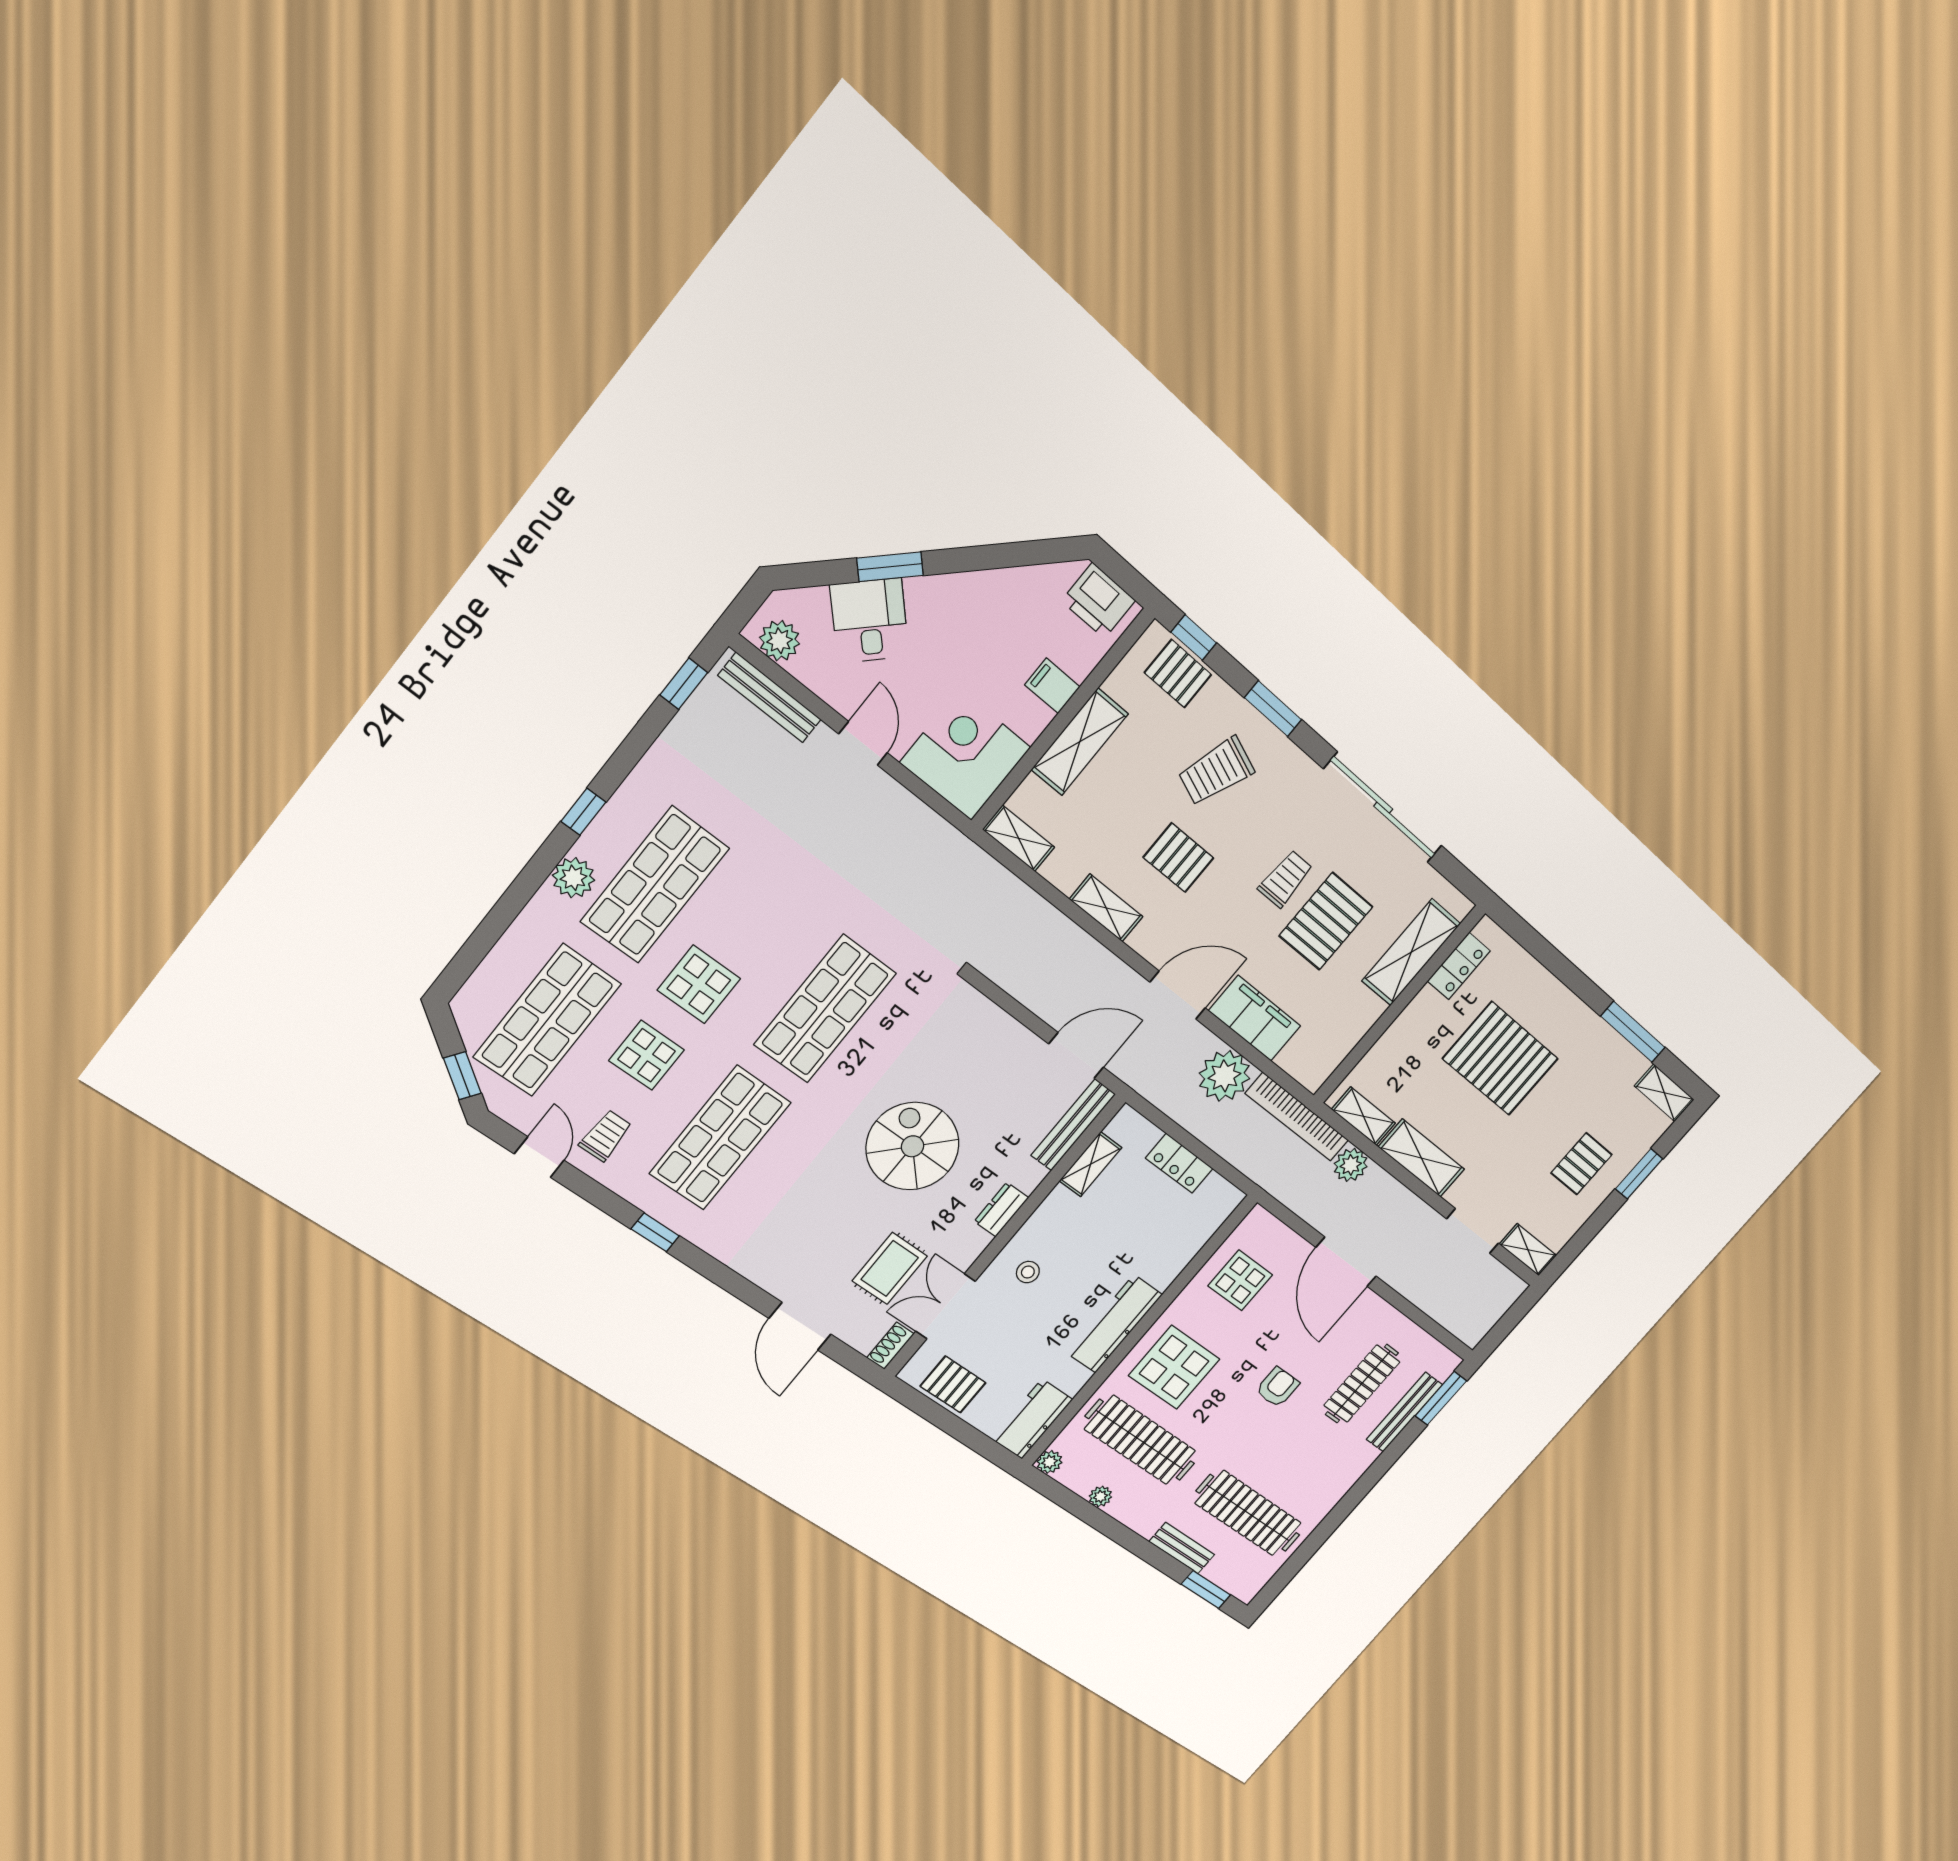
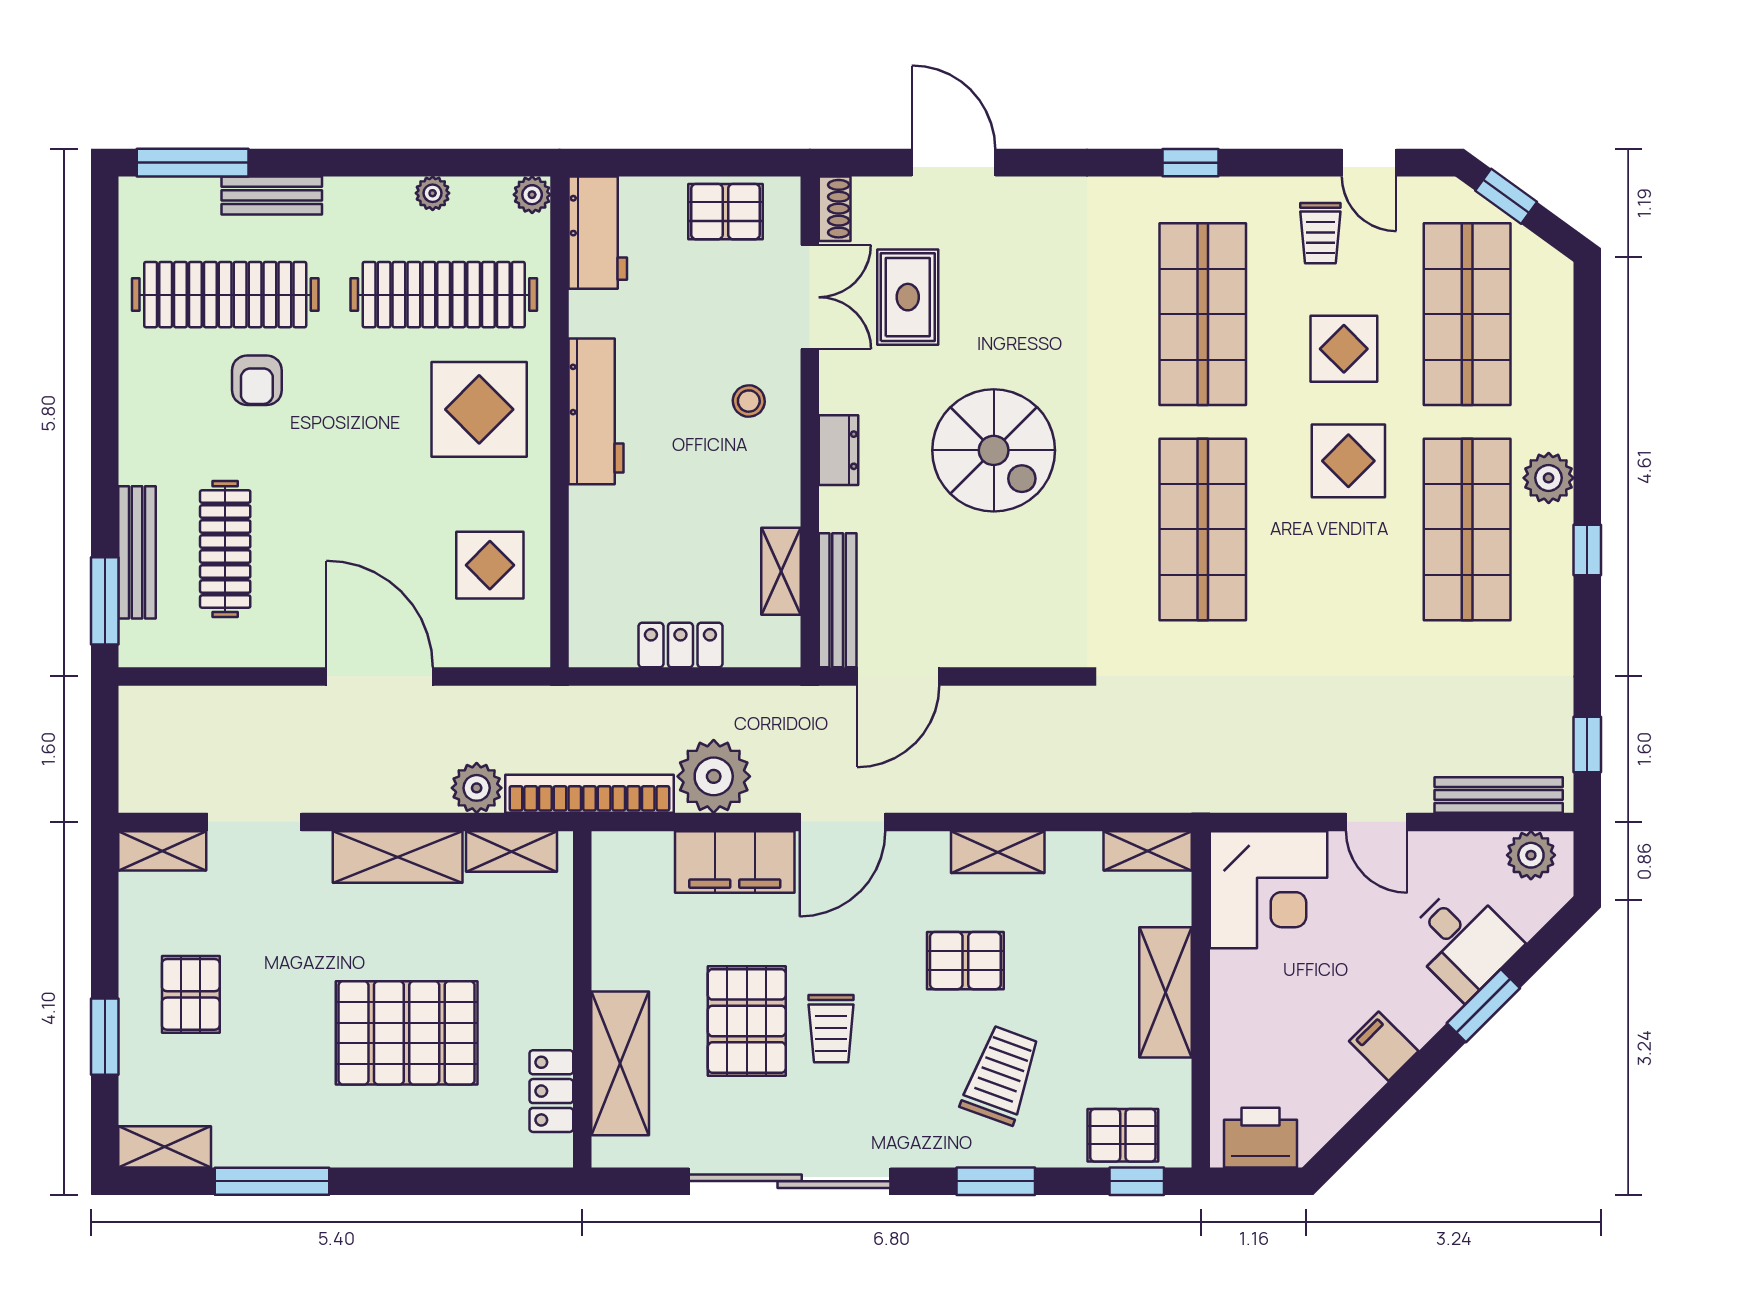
filing cabinet: (1052, 686) -> (1384, 1046), moved, turned -135
armchair: (1278, 1387) -> (257, 380), moved
window: (1206, 1590) -> (193, 163), width x1.44

